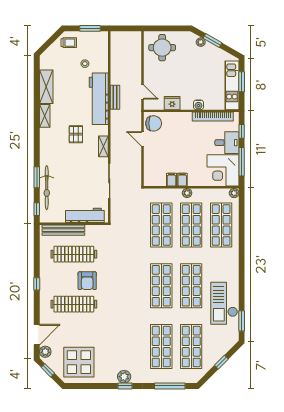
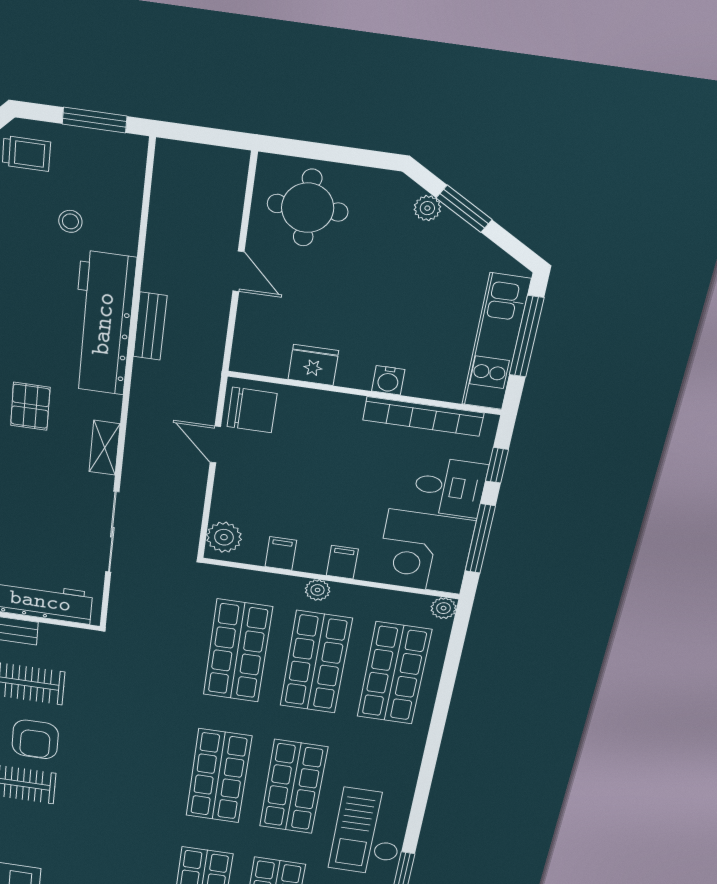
window: (242, 82) -> (527, 337), width x1.44
door: (142, 92) -> (239, 271), moved
plant: (150, 176) -> (224, 537), added
filing cabinet: (182, 180) -> (342, 562), moved

